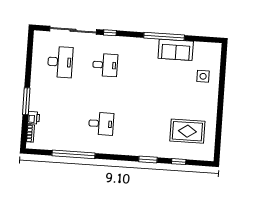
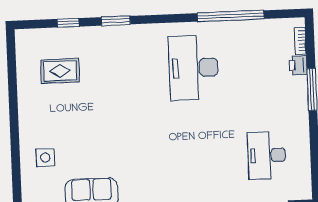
desk: (105, 65) -> (197, 158), removed
desk: (101, 124) -> (193, 68), width x1.87, depth x1.30
rug: (187, 131) -> (60, 71), width x0.73, depth x0.70

